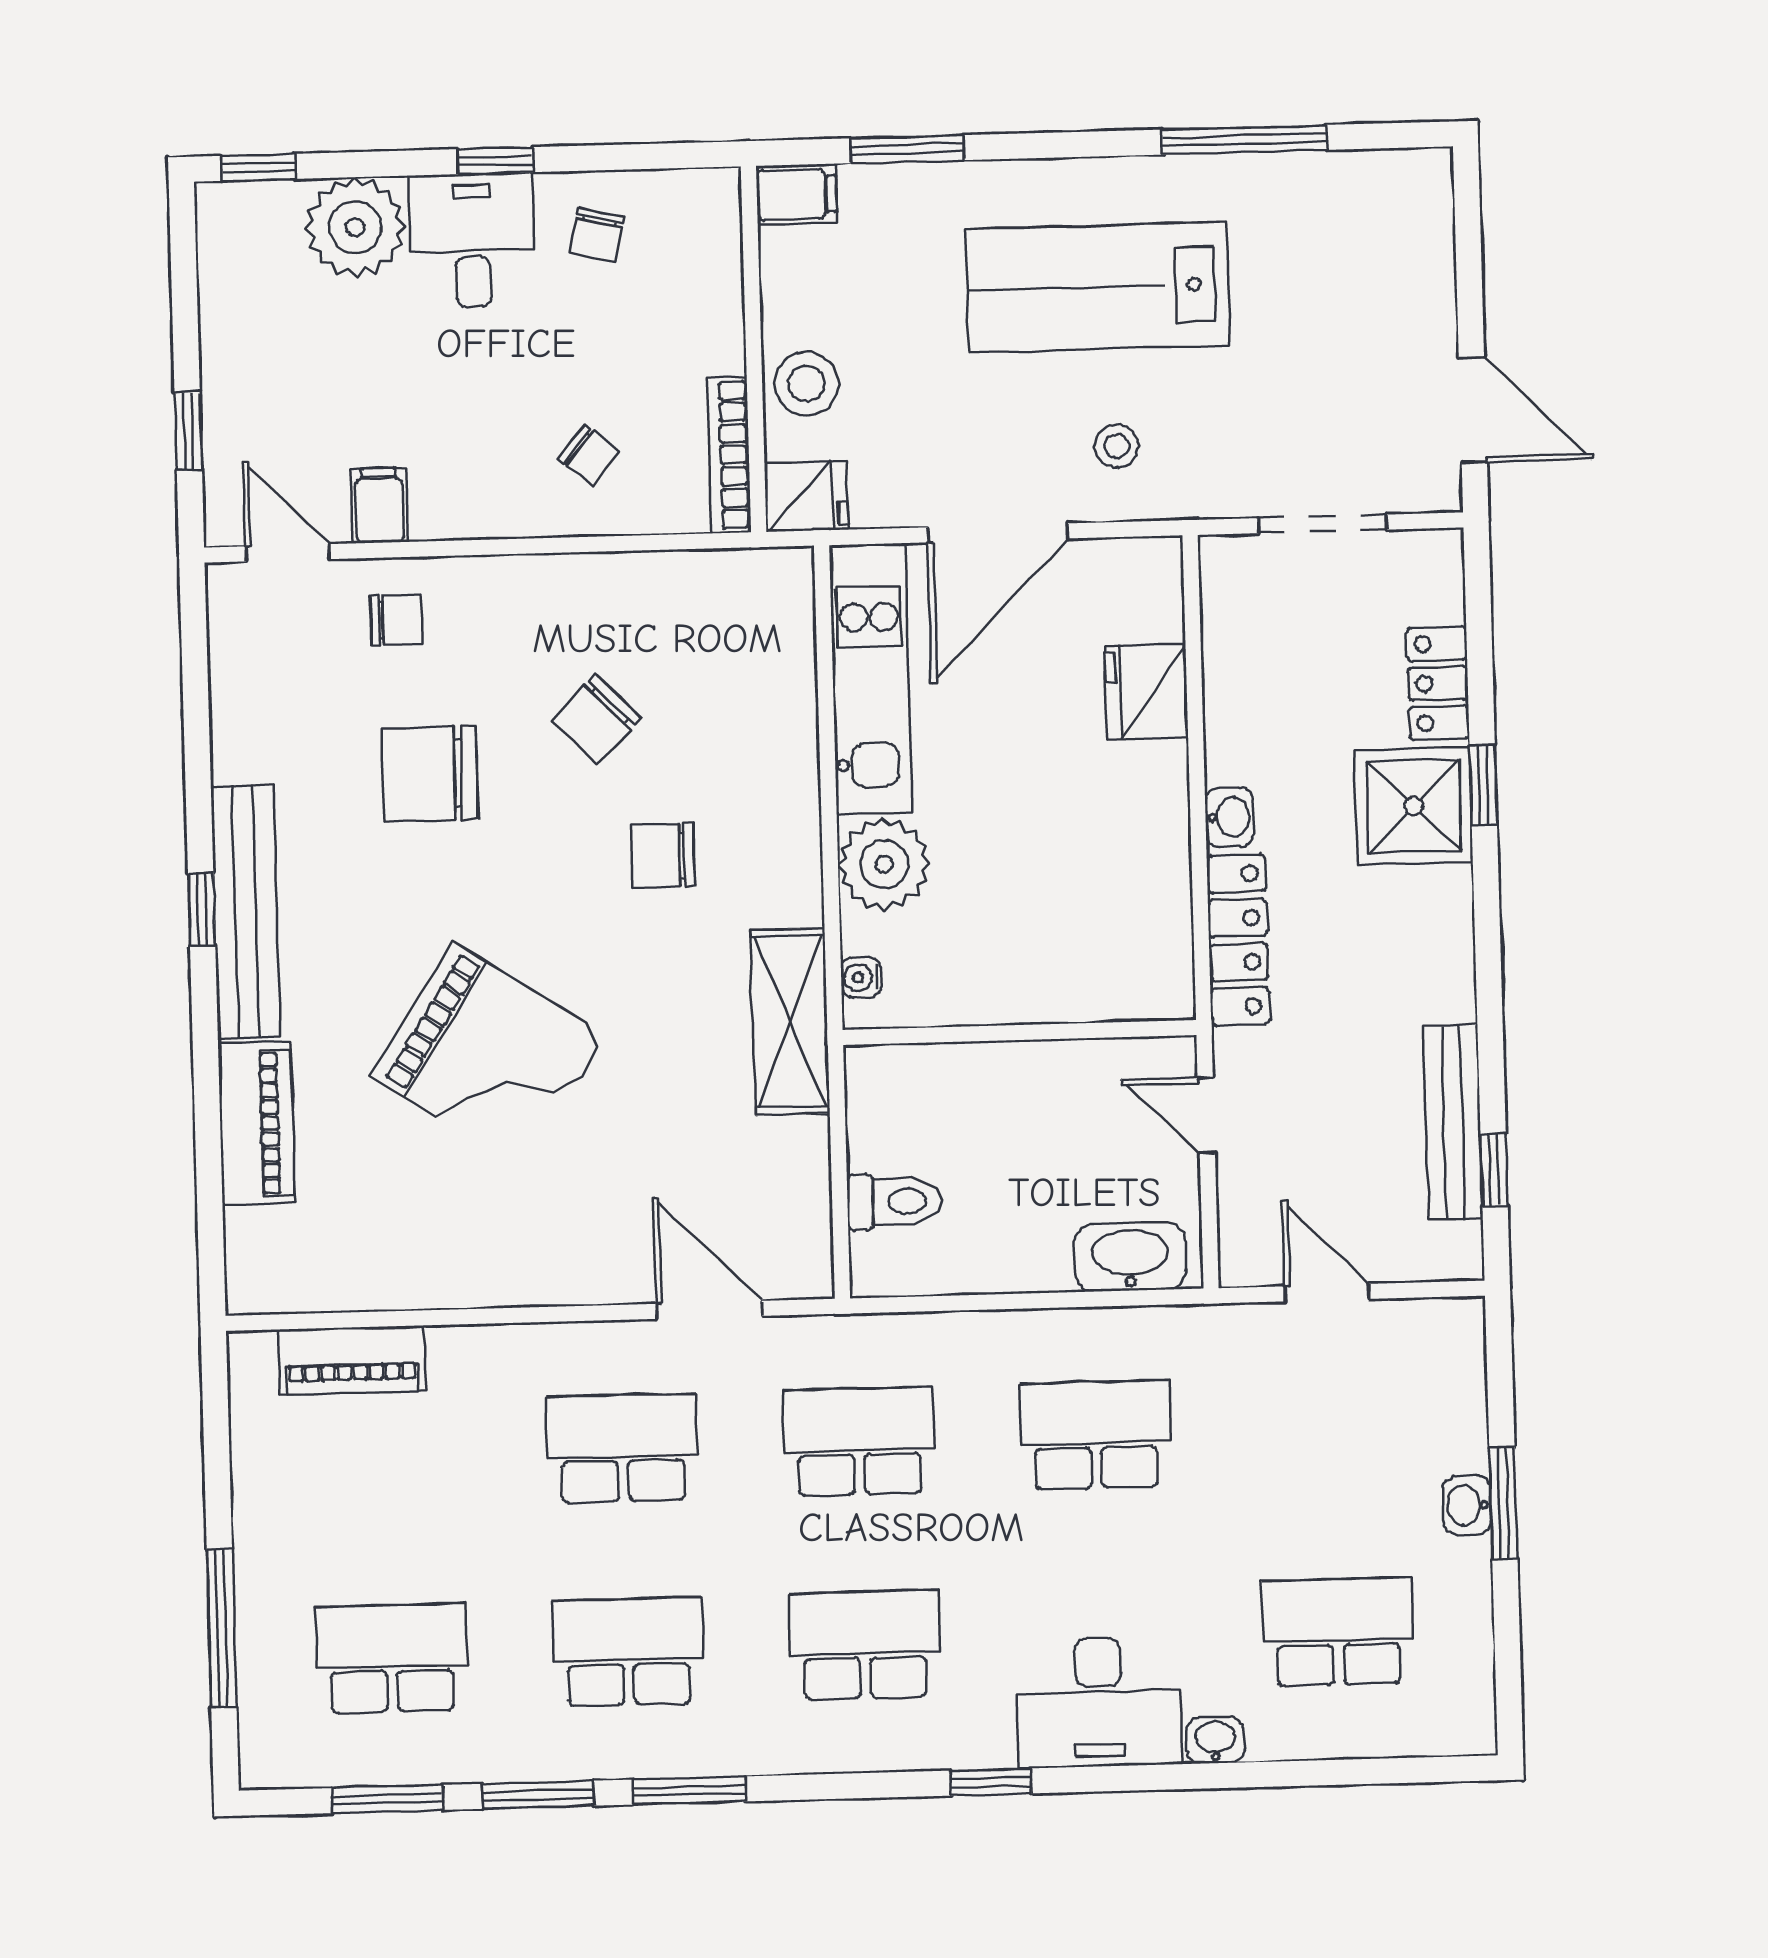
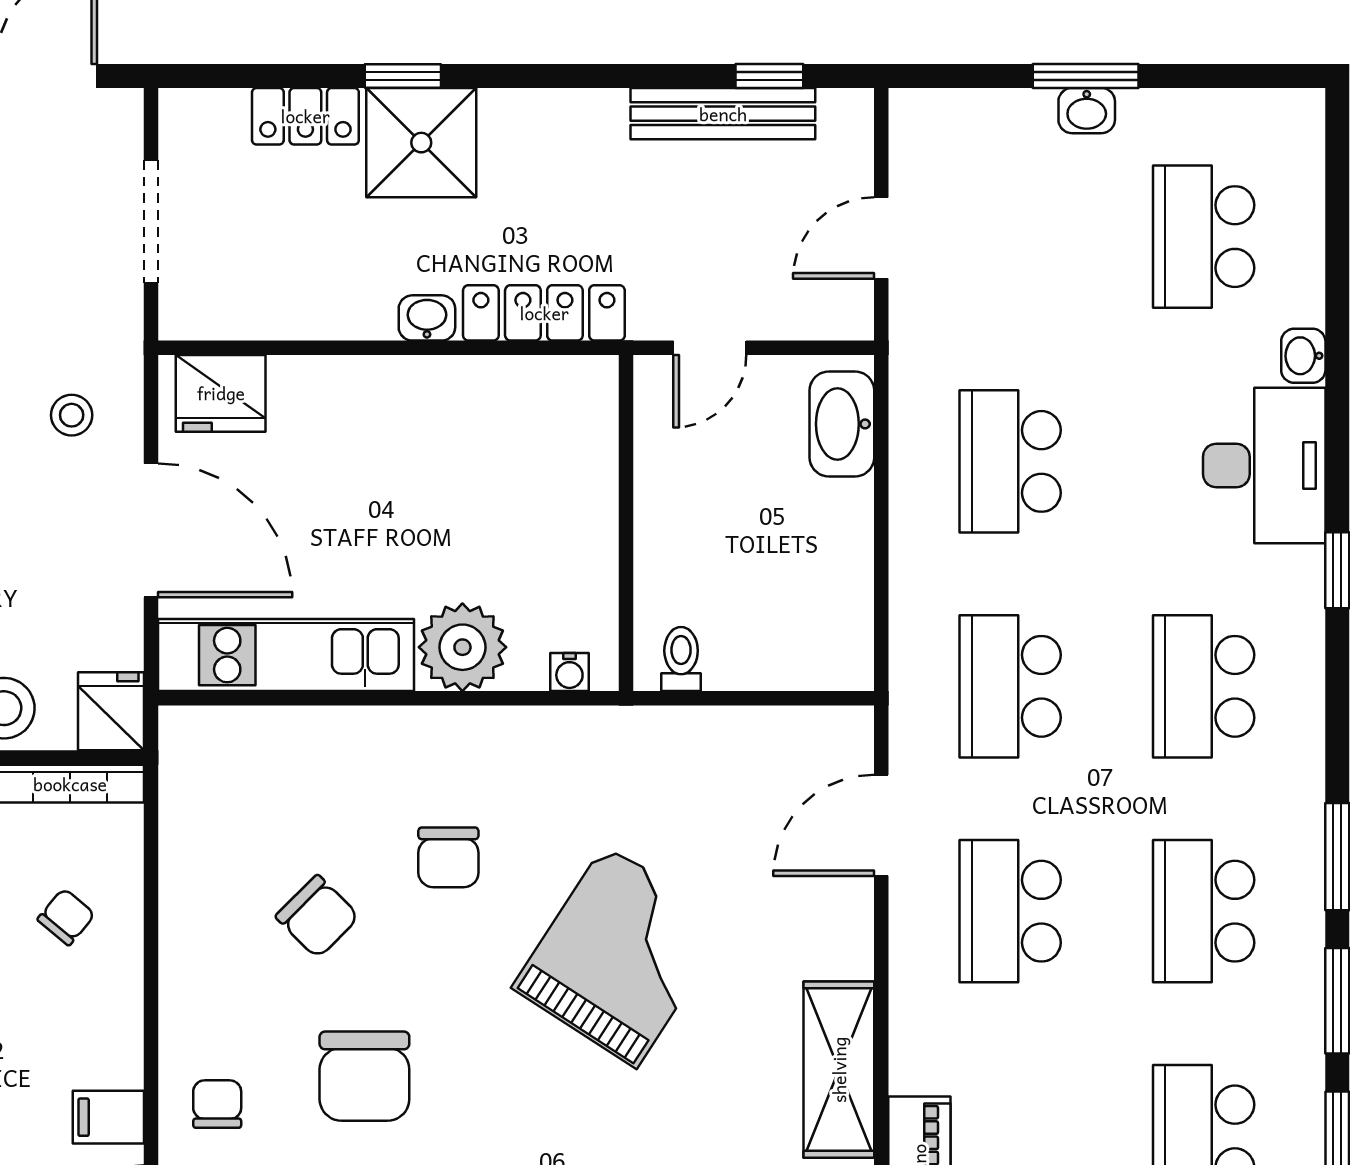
fridge: (1146, 692) -> (221, 393), moved
shelving: (790, 1022) -> (839, 1070), moved, turned 90
grand piano: (489, 1056) -> (621, 956), moved
toilet: (894, 1202) -> (681, 659), moved, width x0.73, depth x0.72

